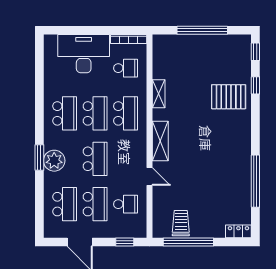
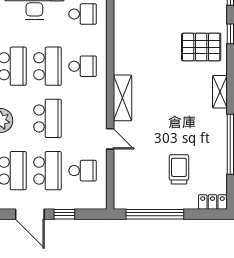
shelving: (159, 94) -> (220, 92), moved
school desk: (126, 113) -> (83, 66), width x0.54
trolley: (181, 223) -> (179, 169), moved
window: (125, 242) -> (64, 214), moved

